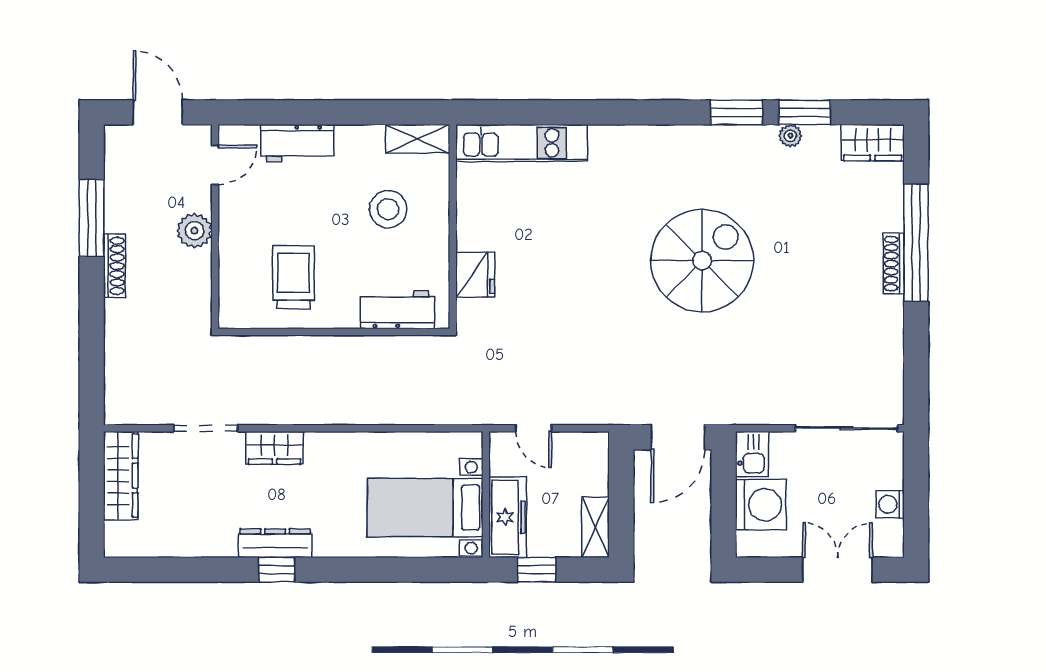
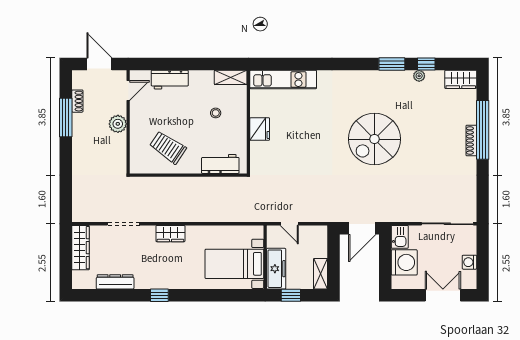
window: (805, 112) -> (426, 64), width x0.67
stool: (388, 209) -> (216, 113), width x0.53, depth x0.53
spiral stairs: (702, 261) -> (374, 139), turned 180
shoe rack: (115, 266) -> (77, 101), moved, width x0.70
fridge: (475, 275) -> (260, 129), moved
trolley: (293, 277) -> (168, 147), turned -56
wardrobe: (274, 448) -> (170, 234), moved
dresser: (275, 543) -> (115, 282), moved

